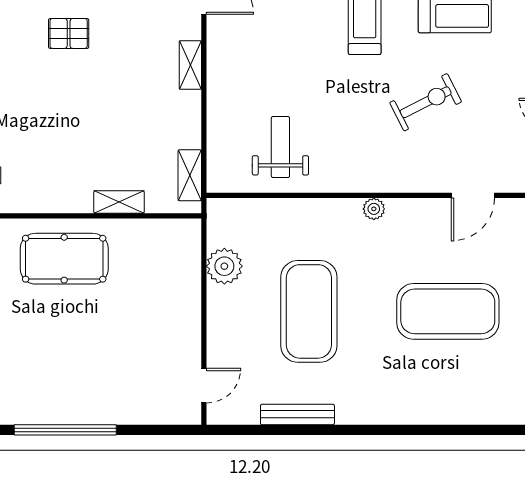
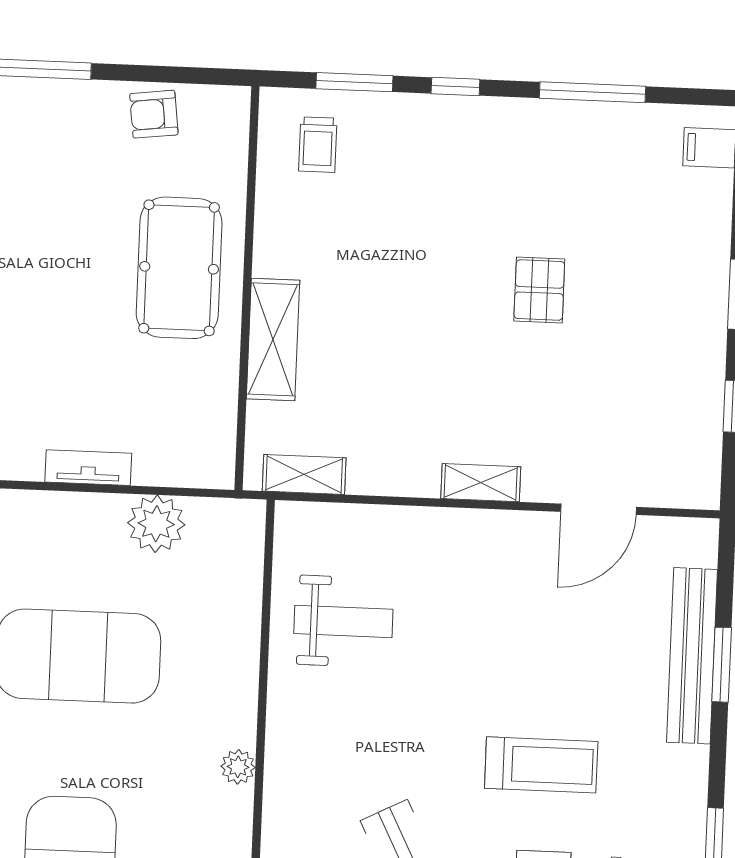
shelving: (119, 202) -> (273, 339), width x1.50, depth x1.33
tv unit: (191, 310) -> (88, 468), added

